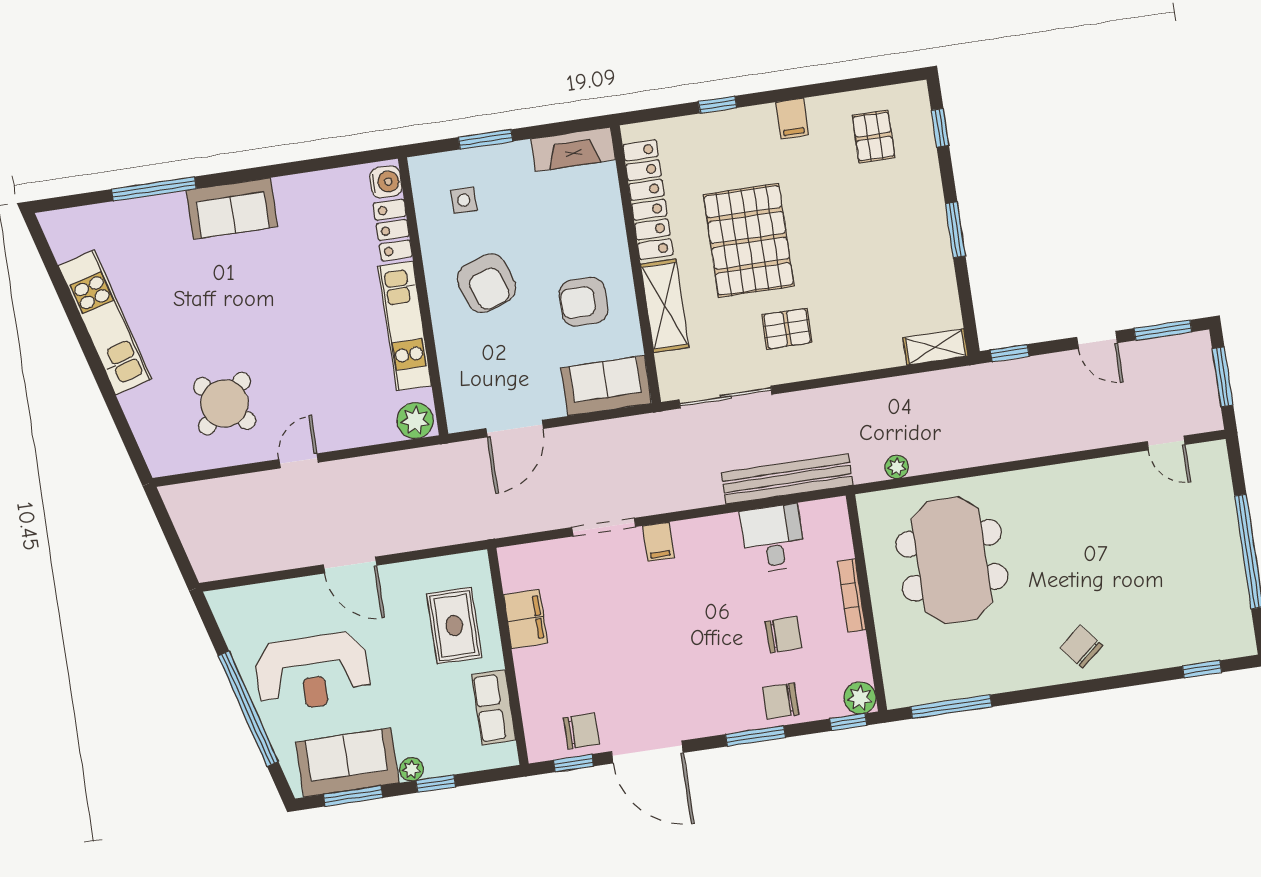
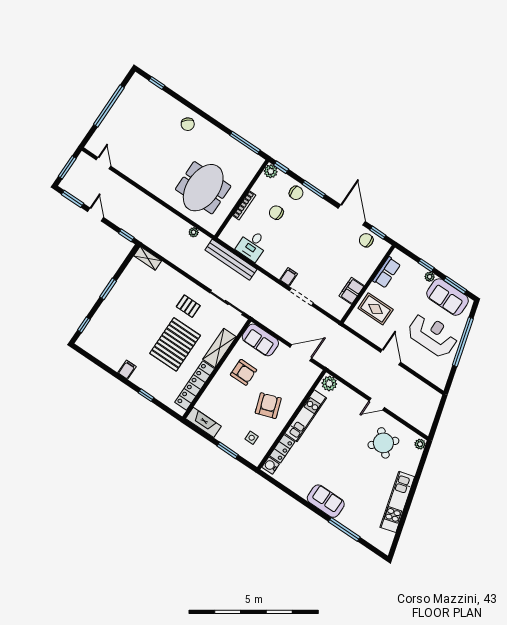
pallet: (874, 137) -> (107, 341), removed
plant: (158, 460) -> (420, 444), added
rug: (454, 626) -> (376, 309), turned 90

